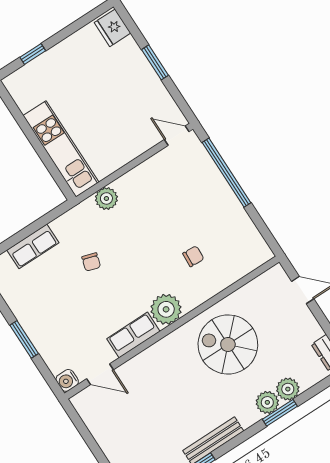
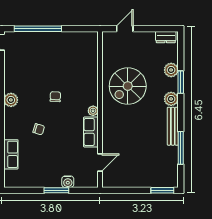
chair: (193, 256) -> (55, 97), moved
plant: (166, 309) -> (93, 111), width x0.53, depth x0.53
water cooler: (67, 380) -> (68, 182), moved
plant: (267, 402) -> (171, 99), moved

